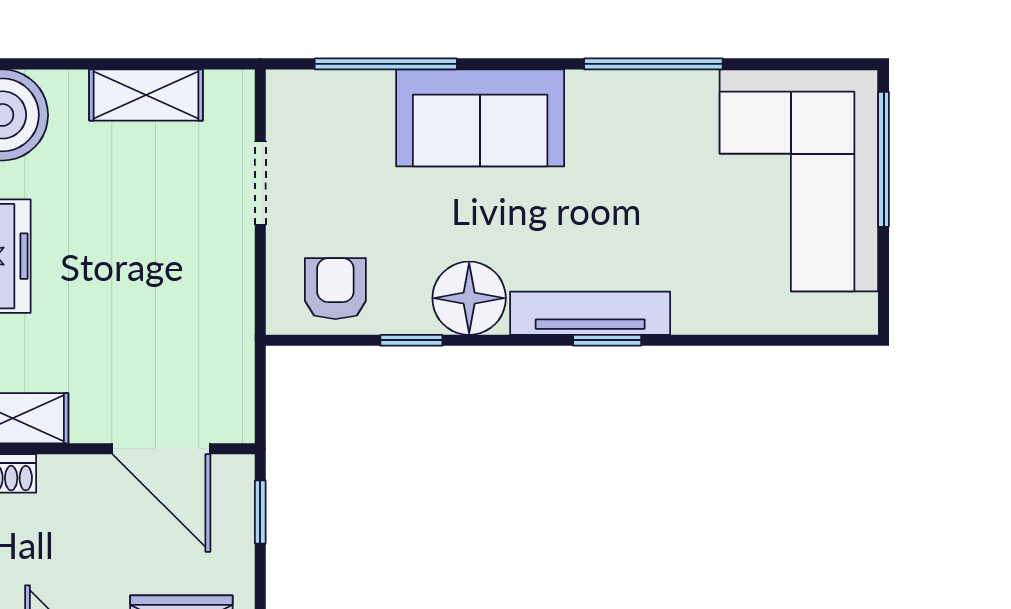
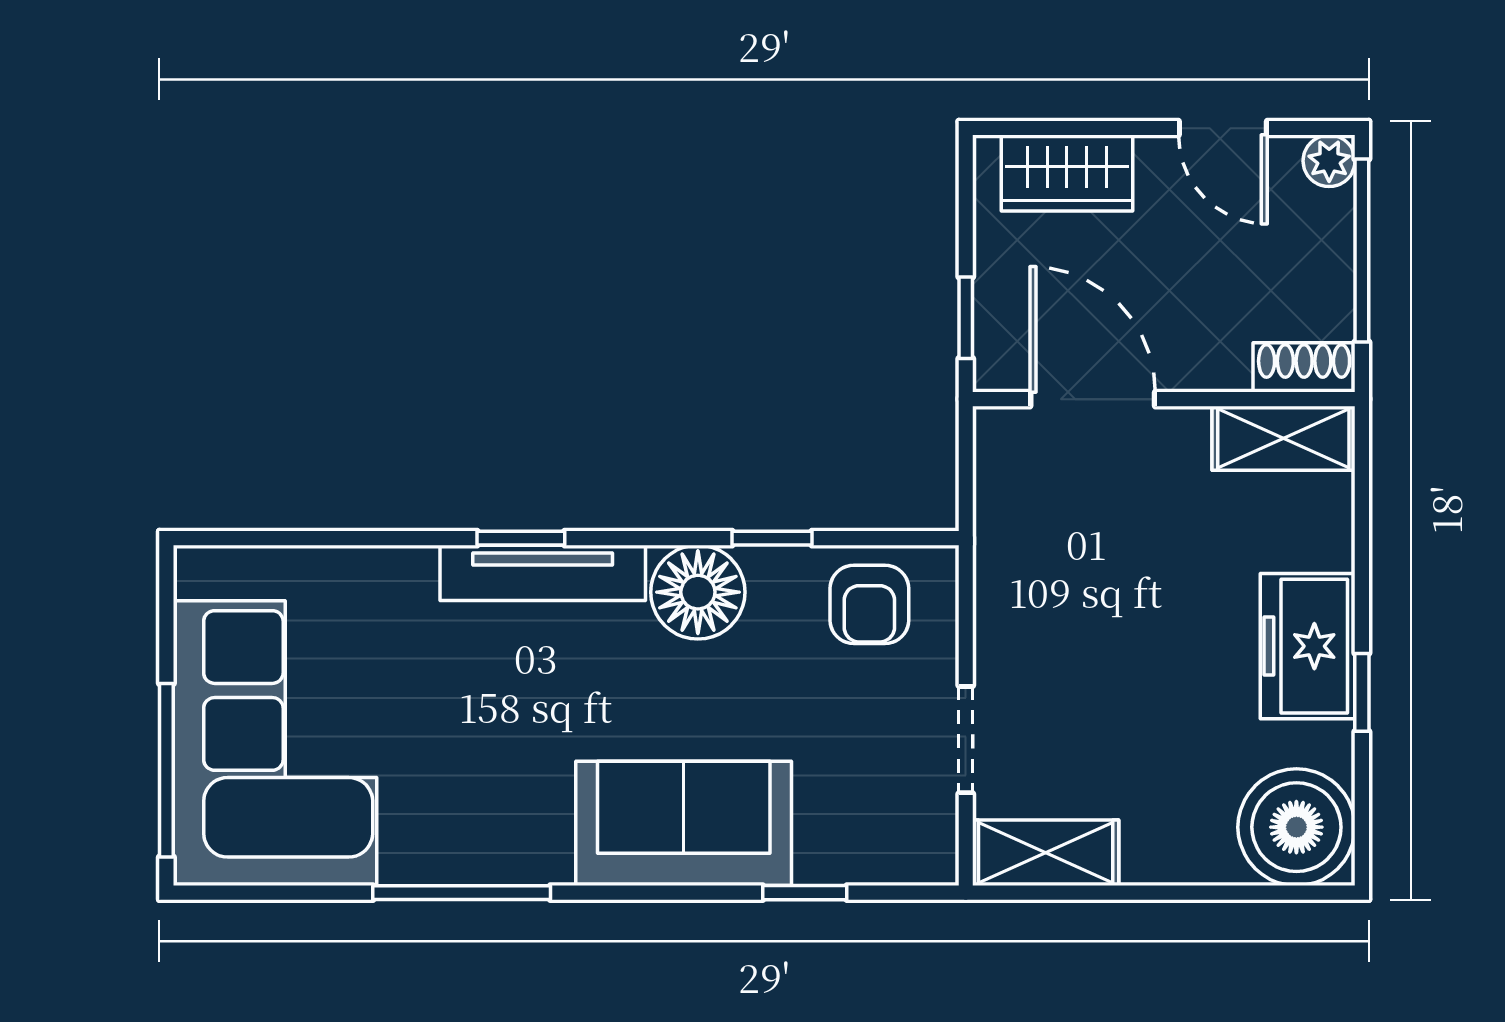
window: (386, 64) -> (805, 893), width x0.46
shelving: (146, 95) -> (1046, 853), moved

